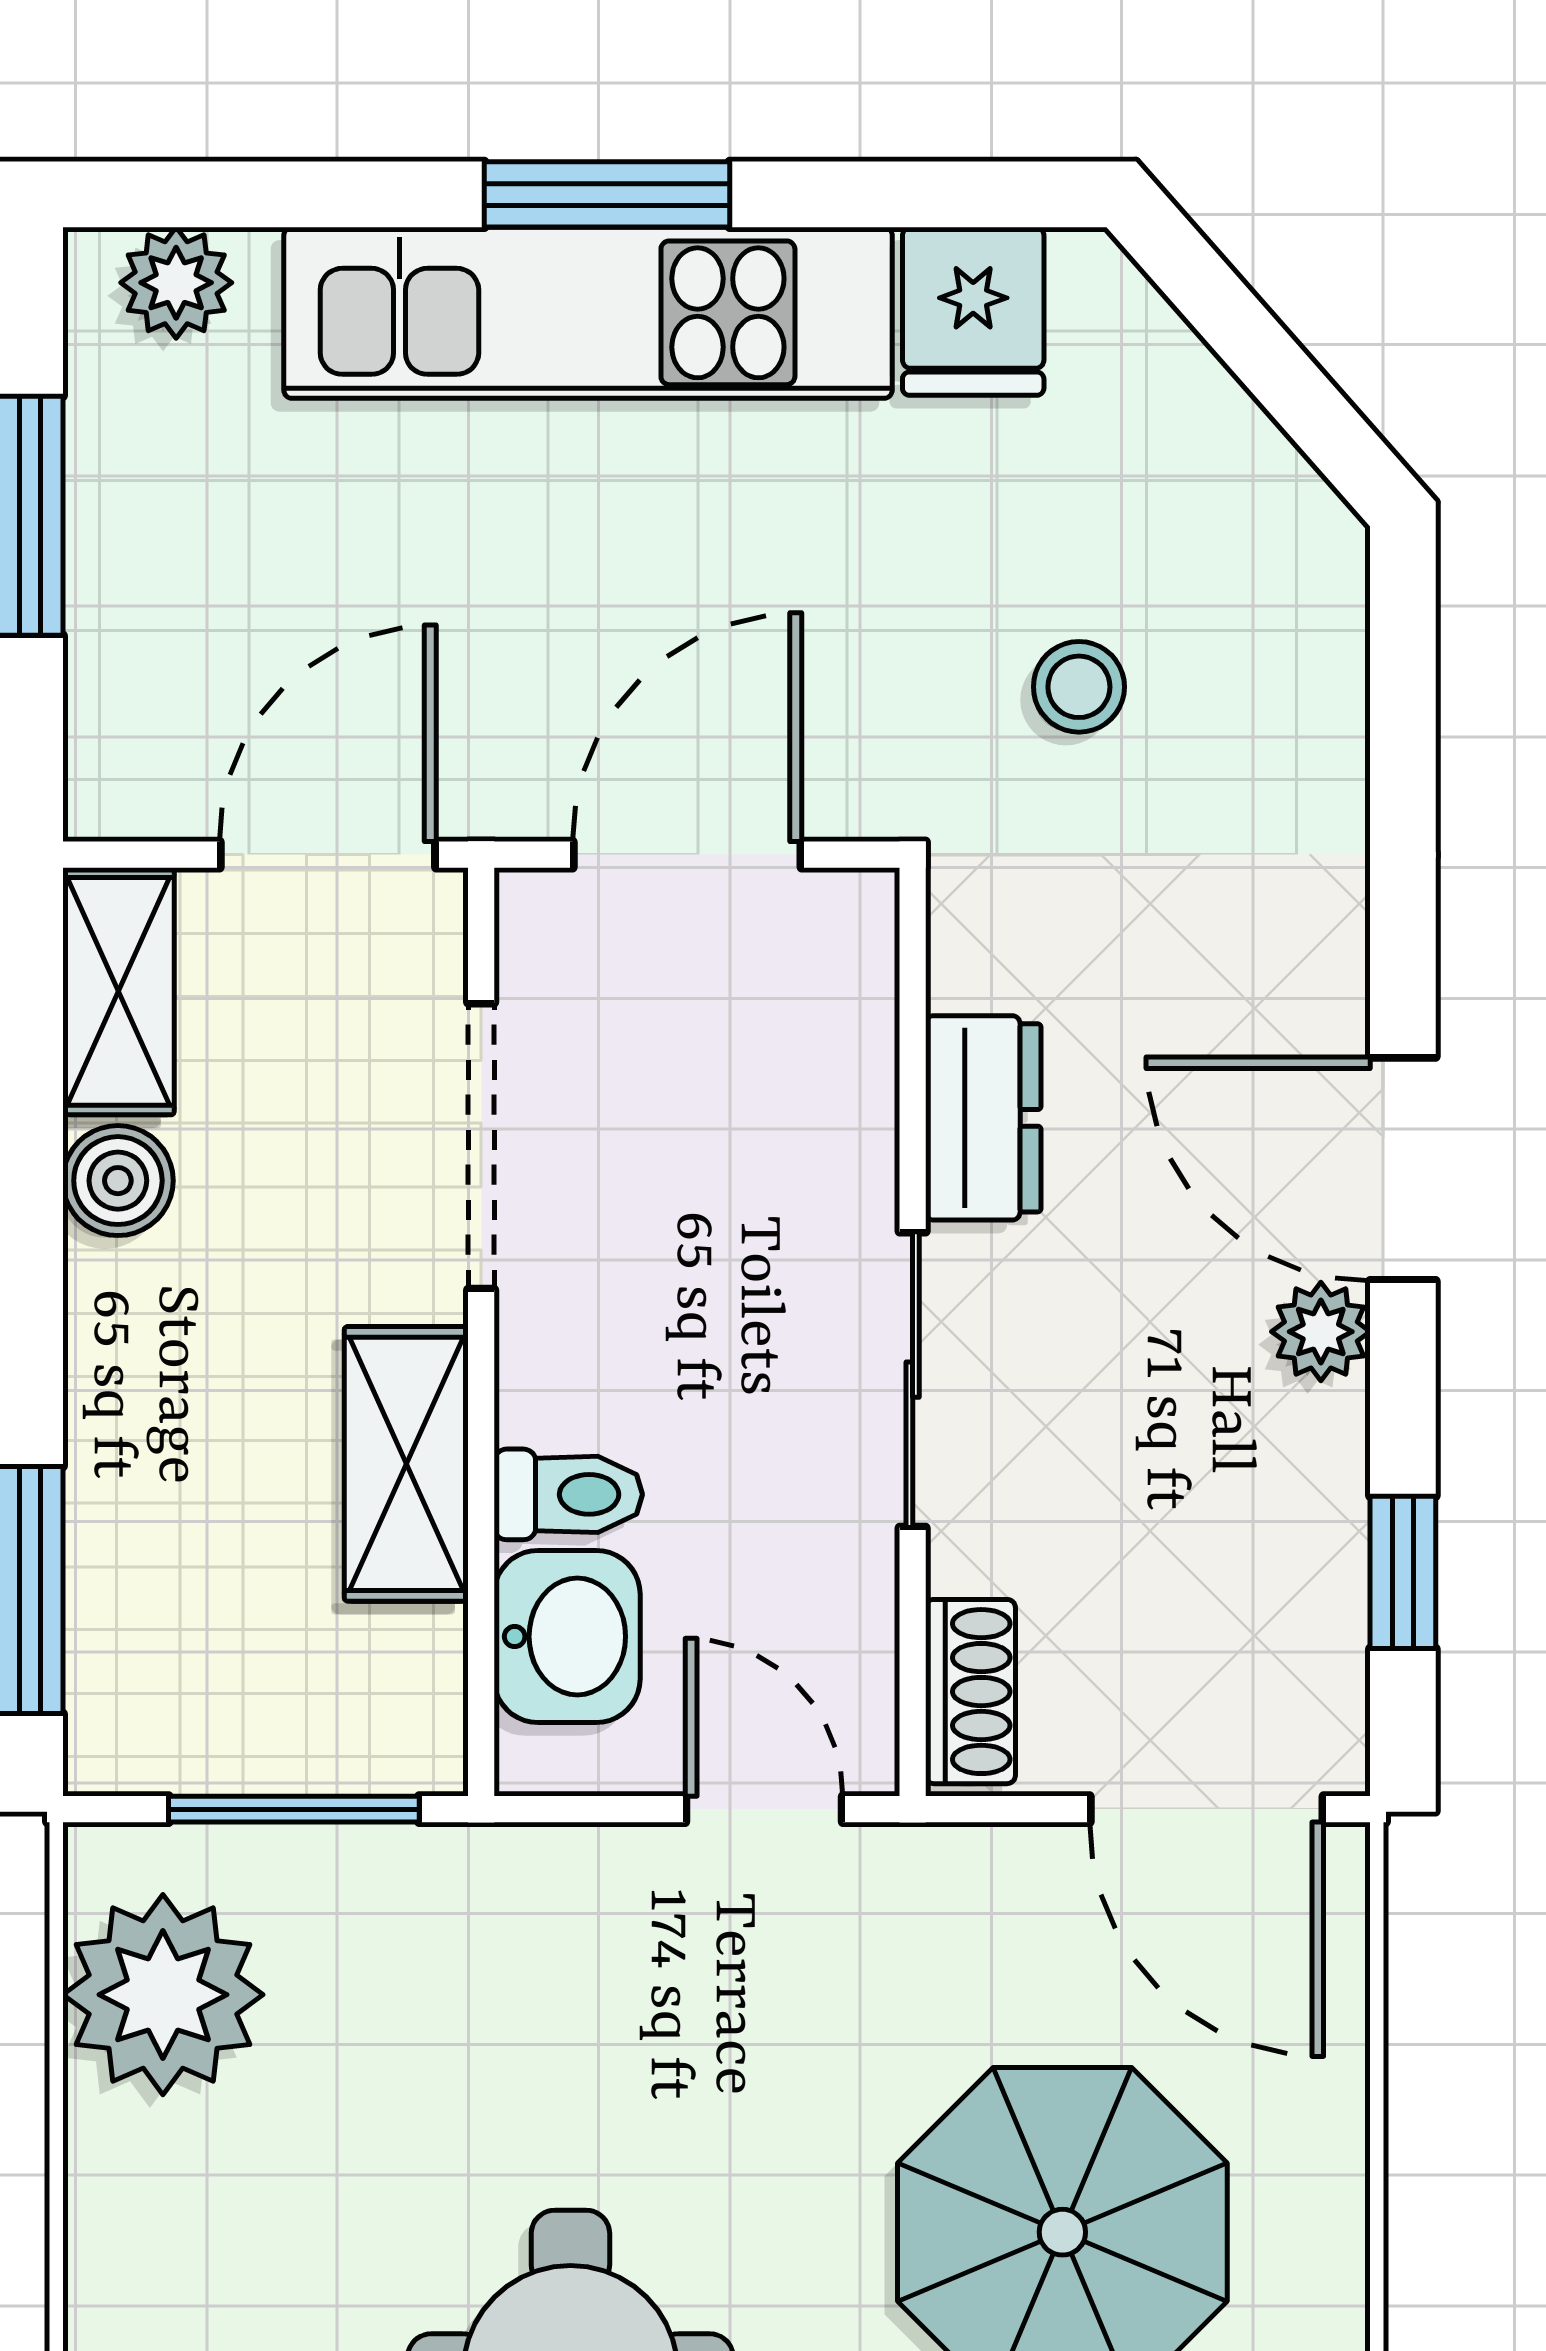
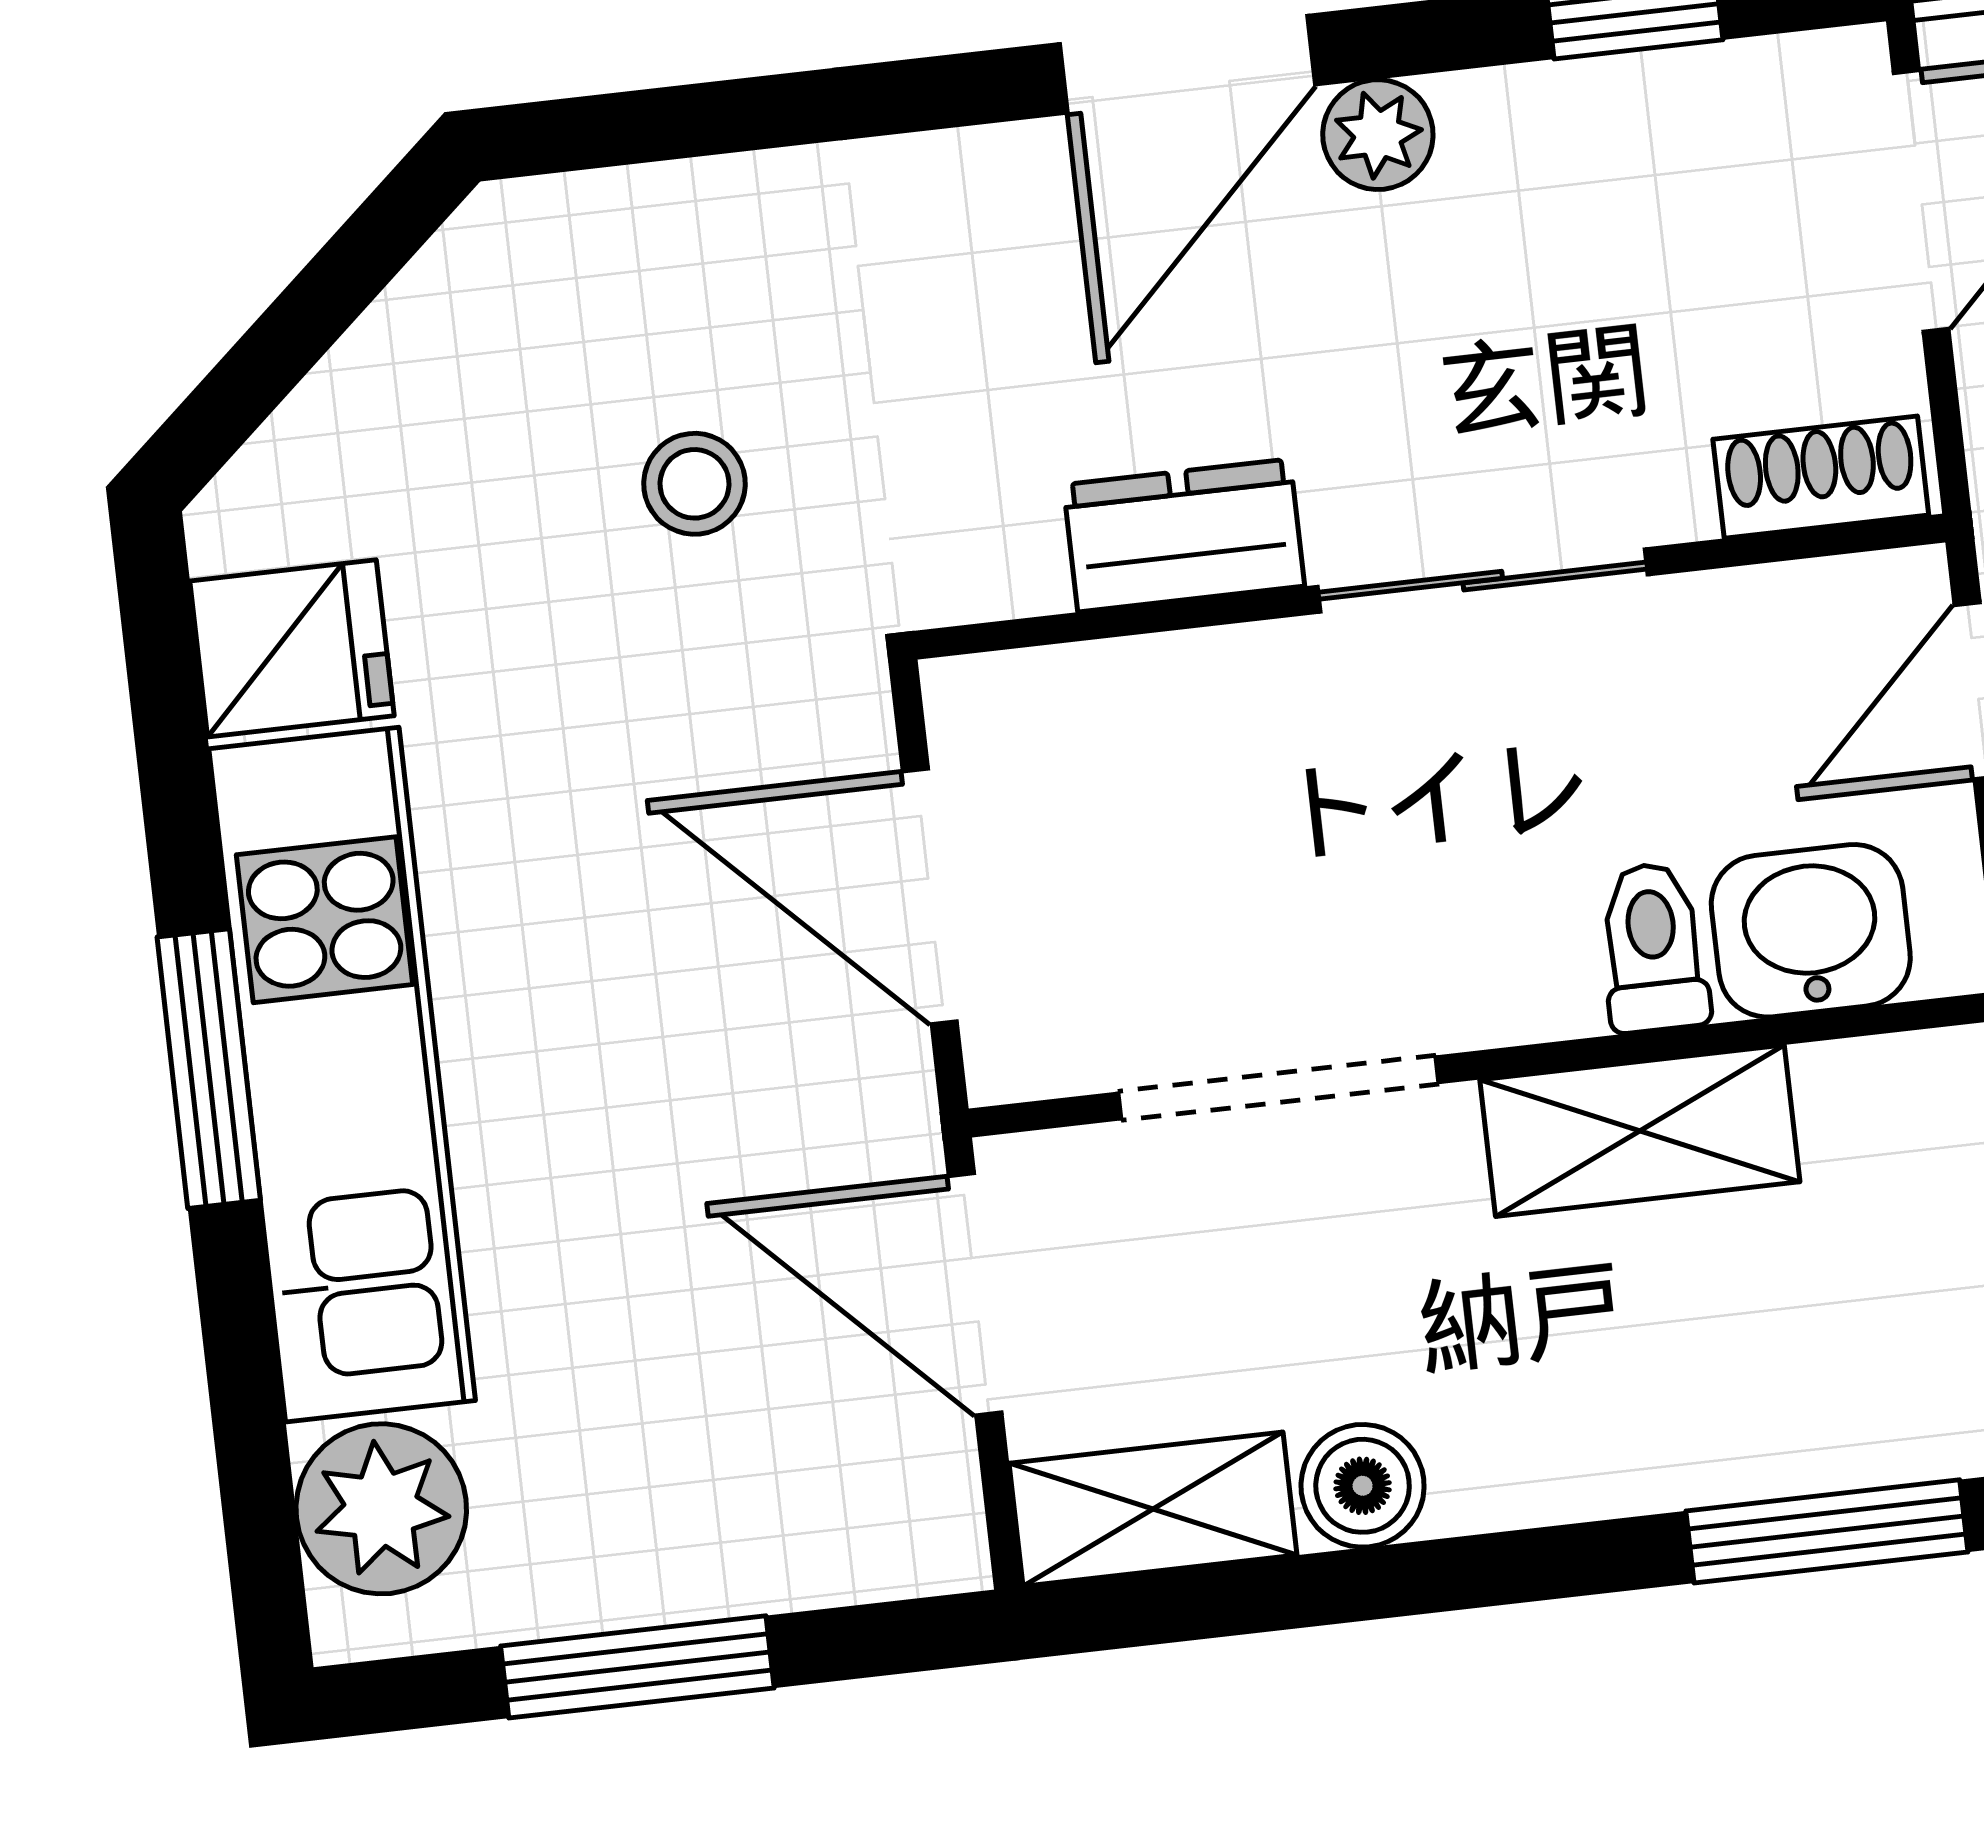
plant: (176, 283) -> (381, 1509), width x1.38, depth x1.38

